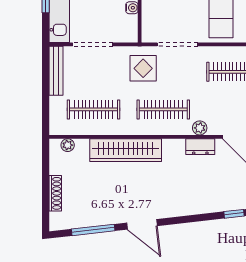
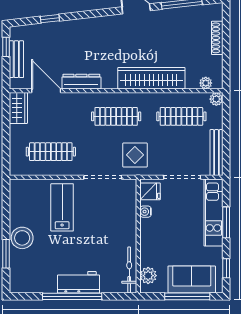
fridge: (127, 29) -> (150, 191), added
plant: (200, 128) -> (216, 99), moved
dresser: (200, 147) -> (81, 82), width x1.44

